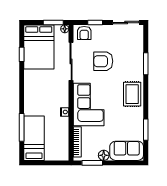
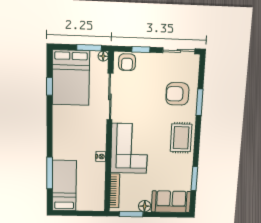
armchair: (103, 61) -> (177, 94), moved

